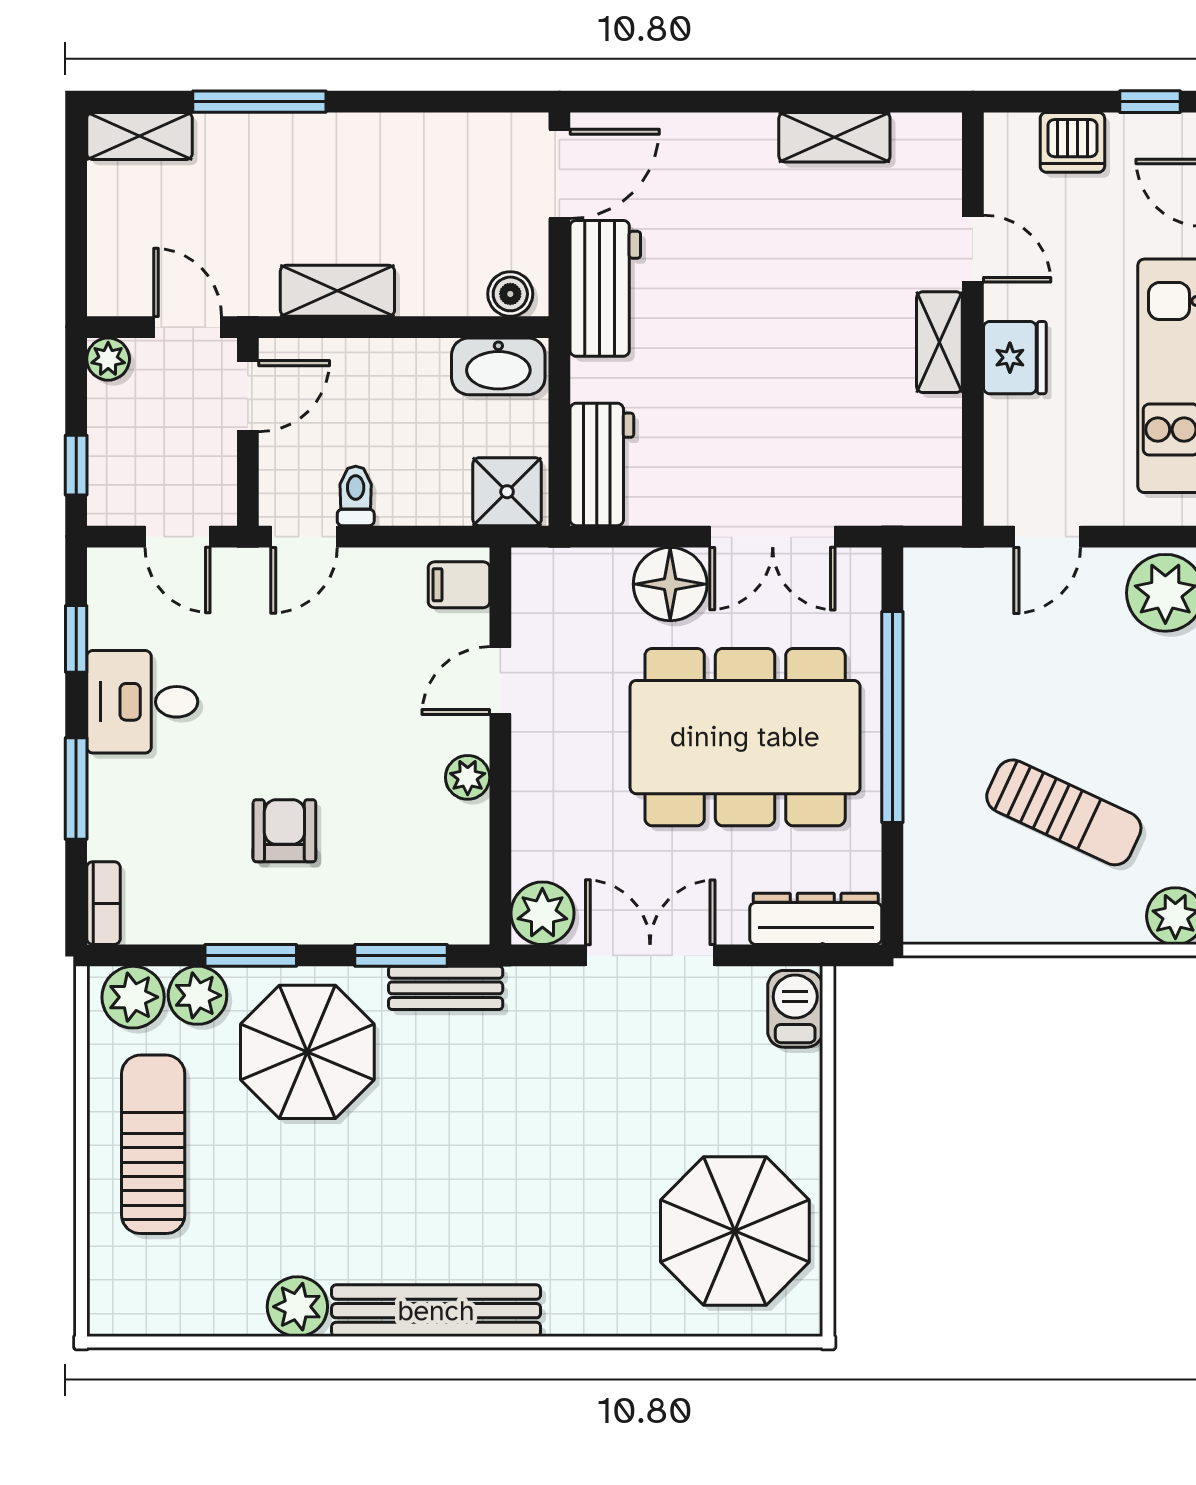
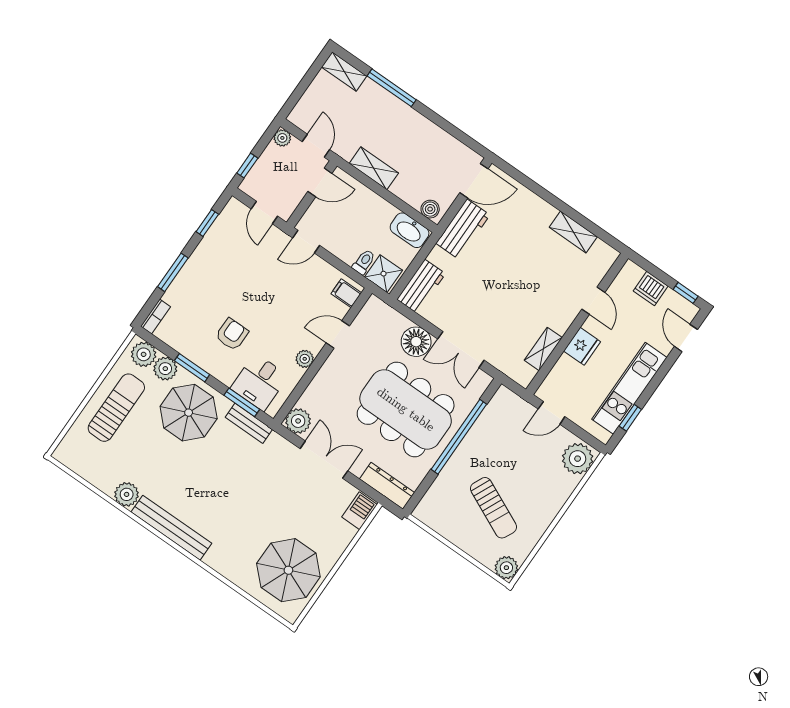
shelving: (939, 342) -> (543, 349), moved
toilet: (356, 496) -> (364, 262), moved
desk: (142, 702) -> (259, 382), moved, turned -90

